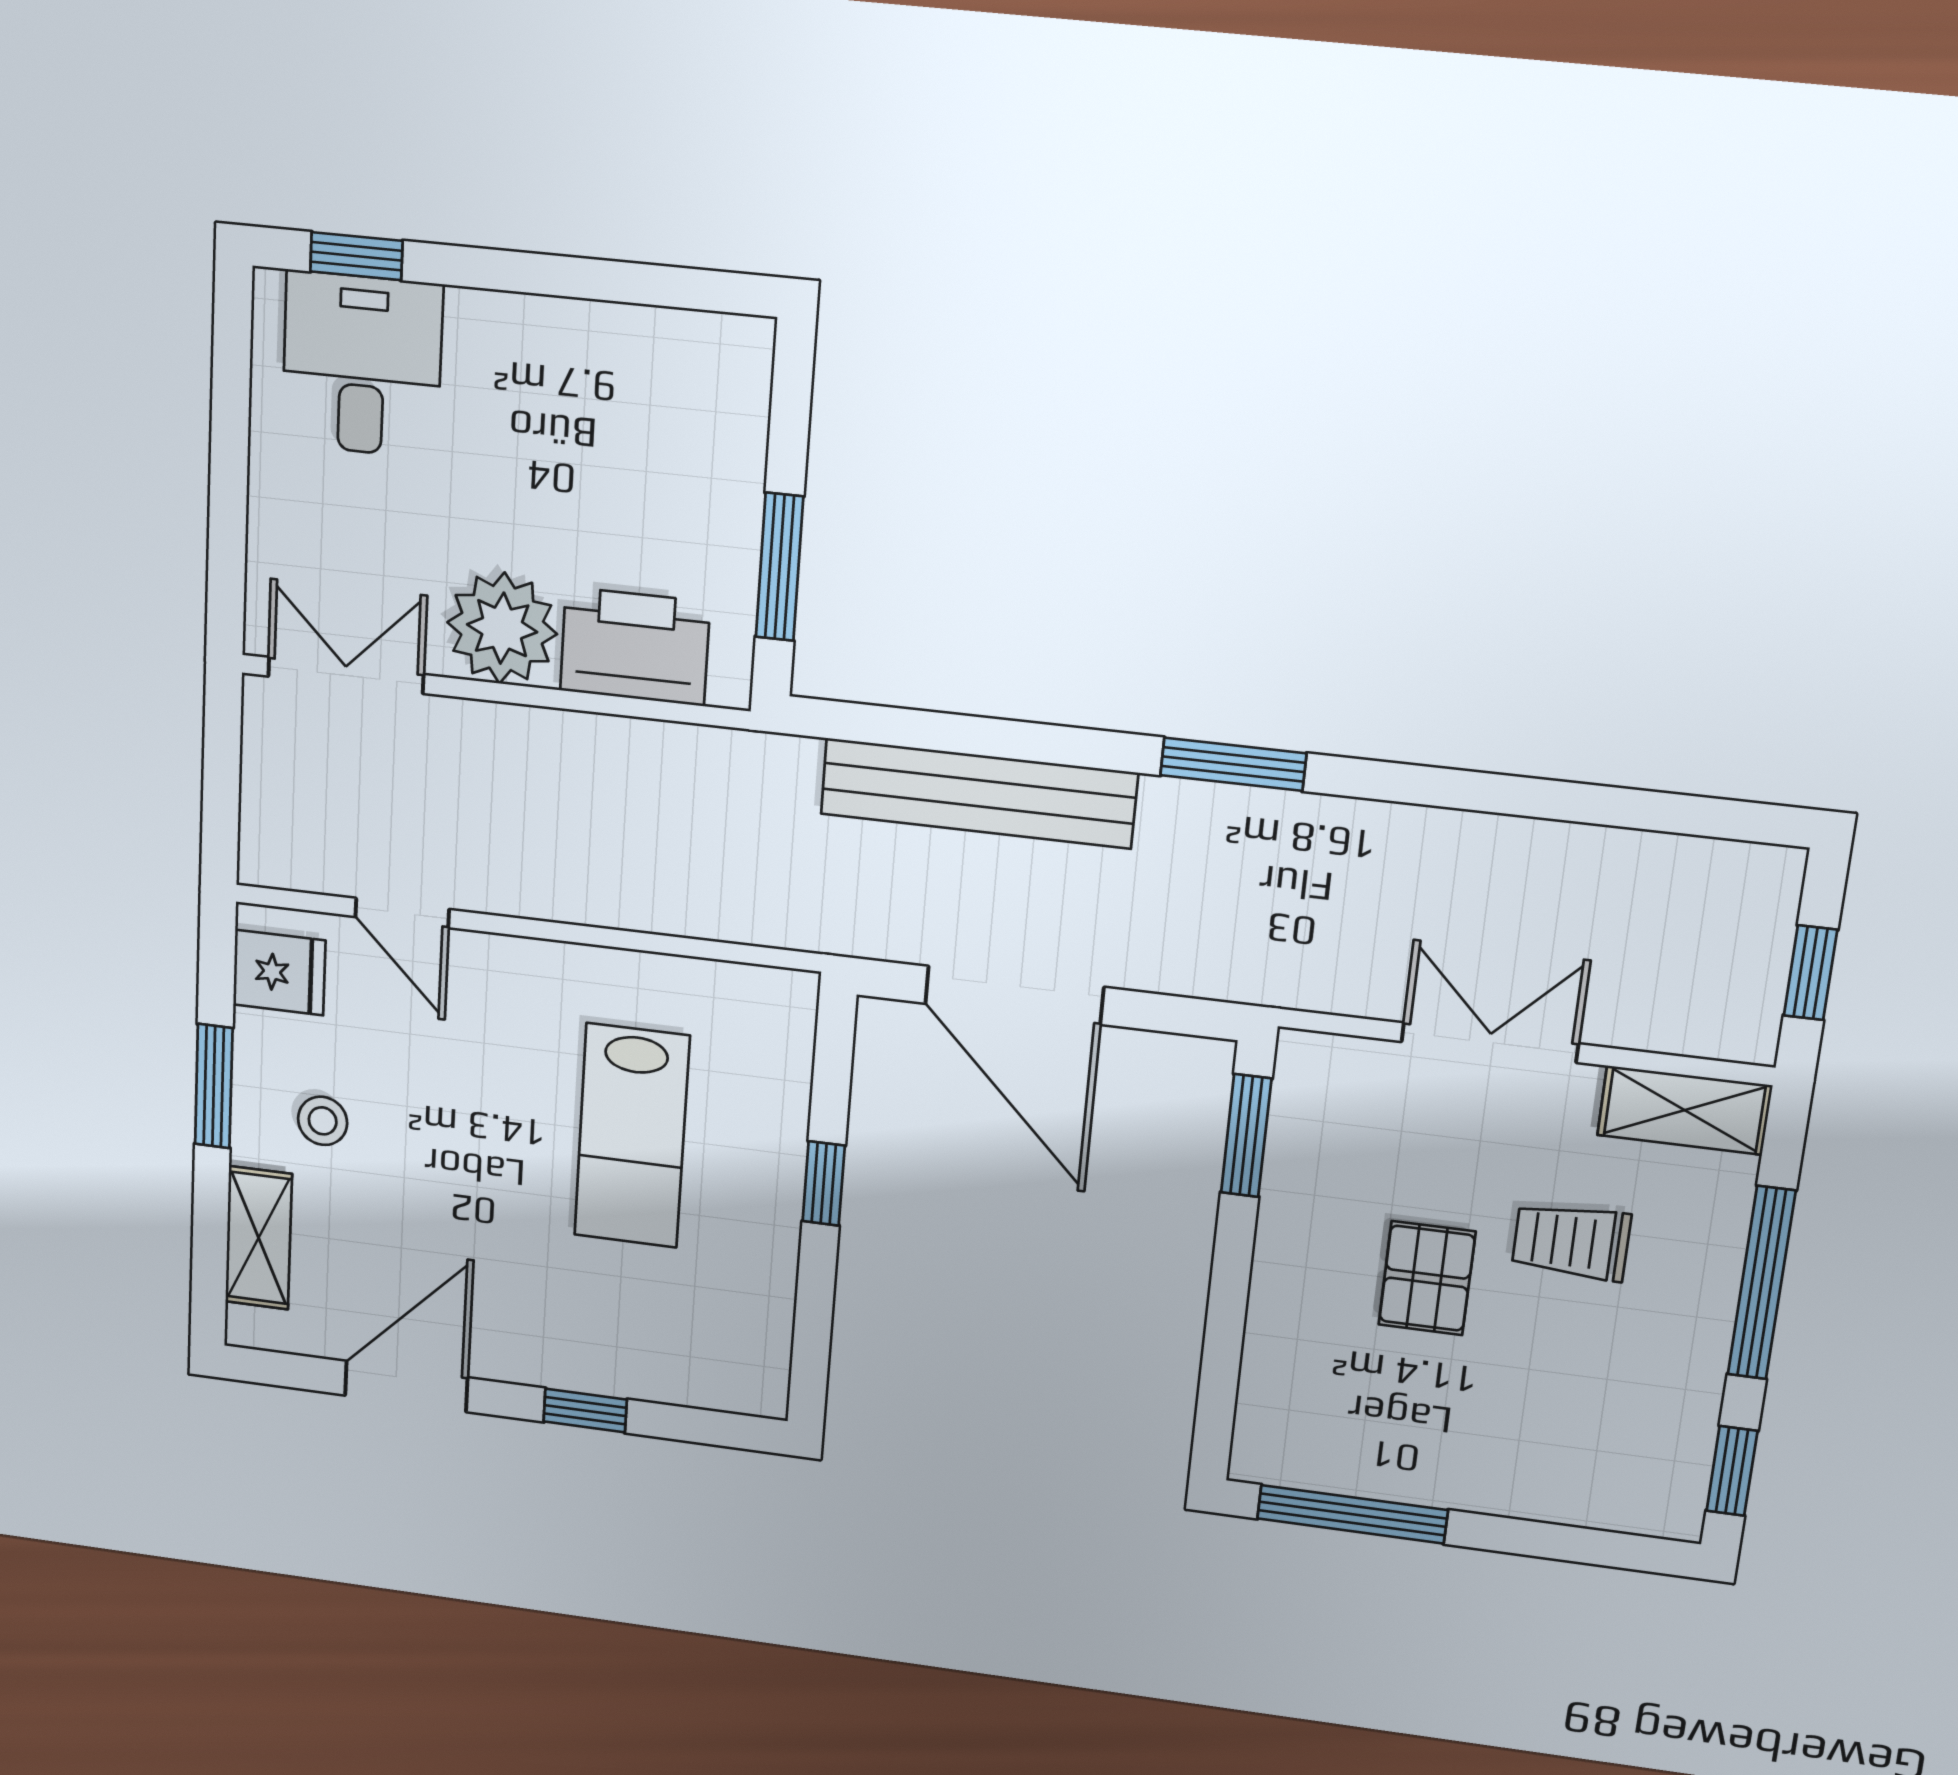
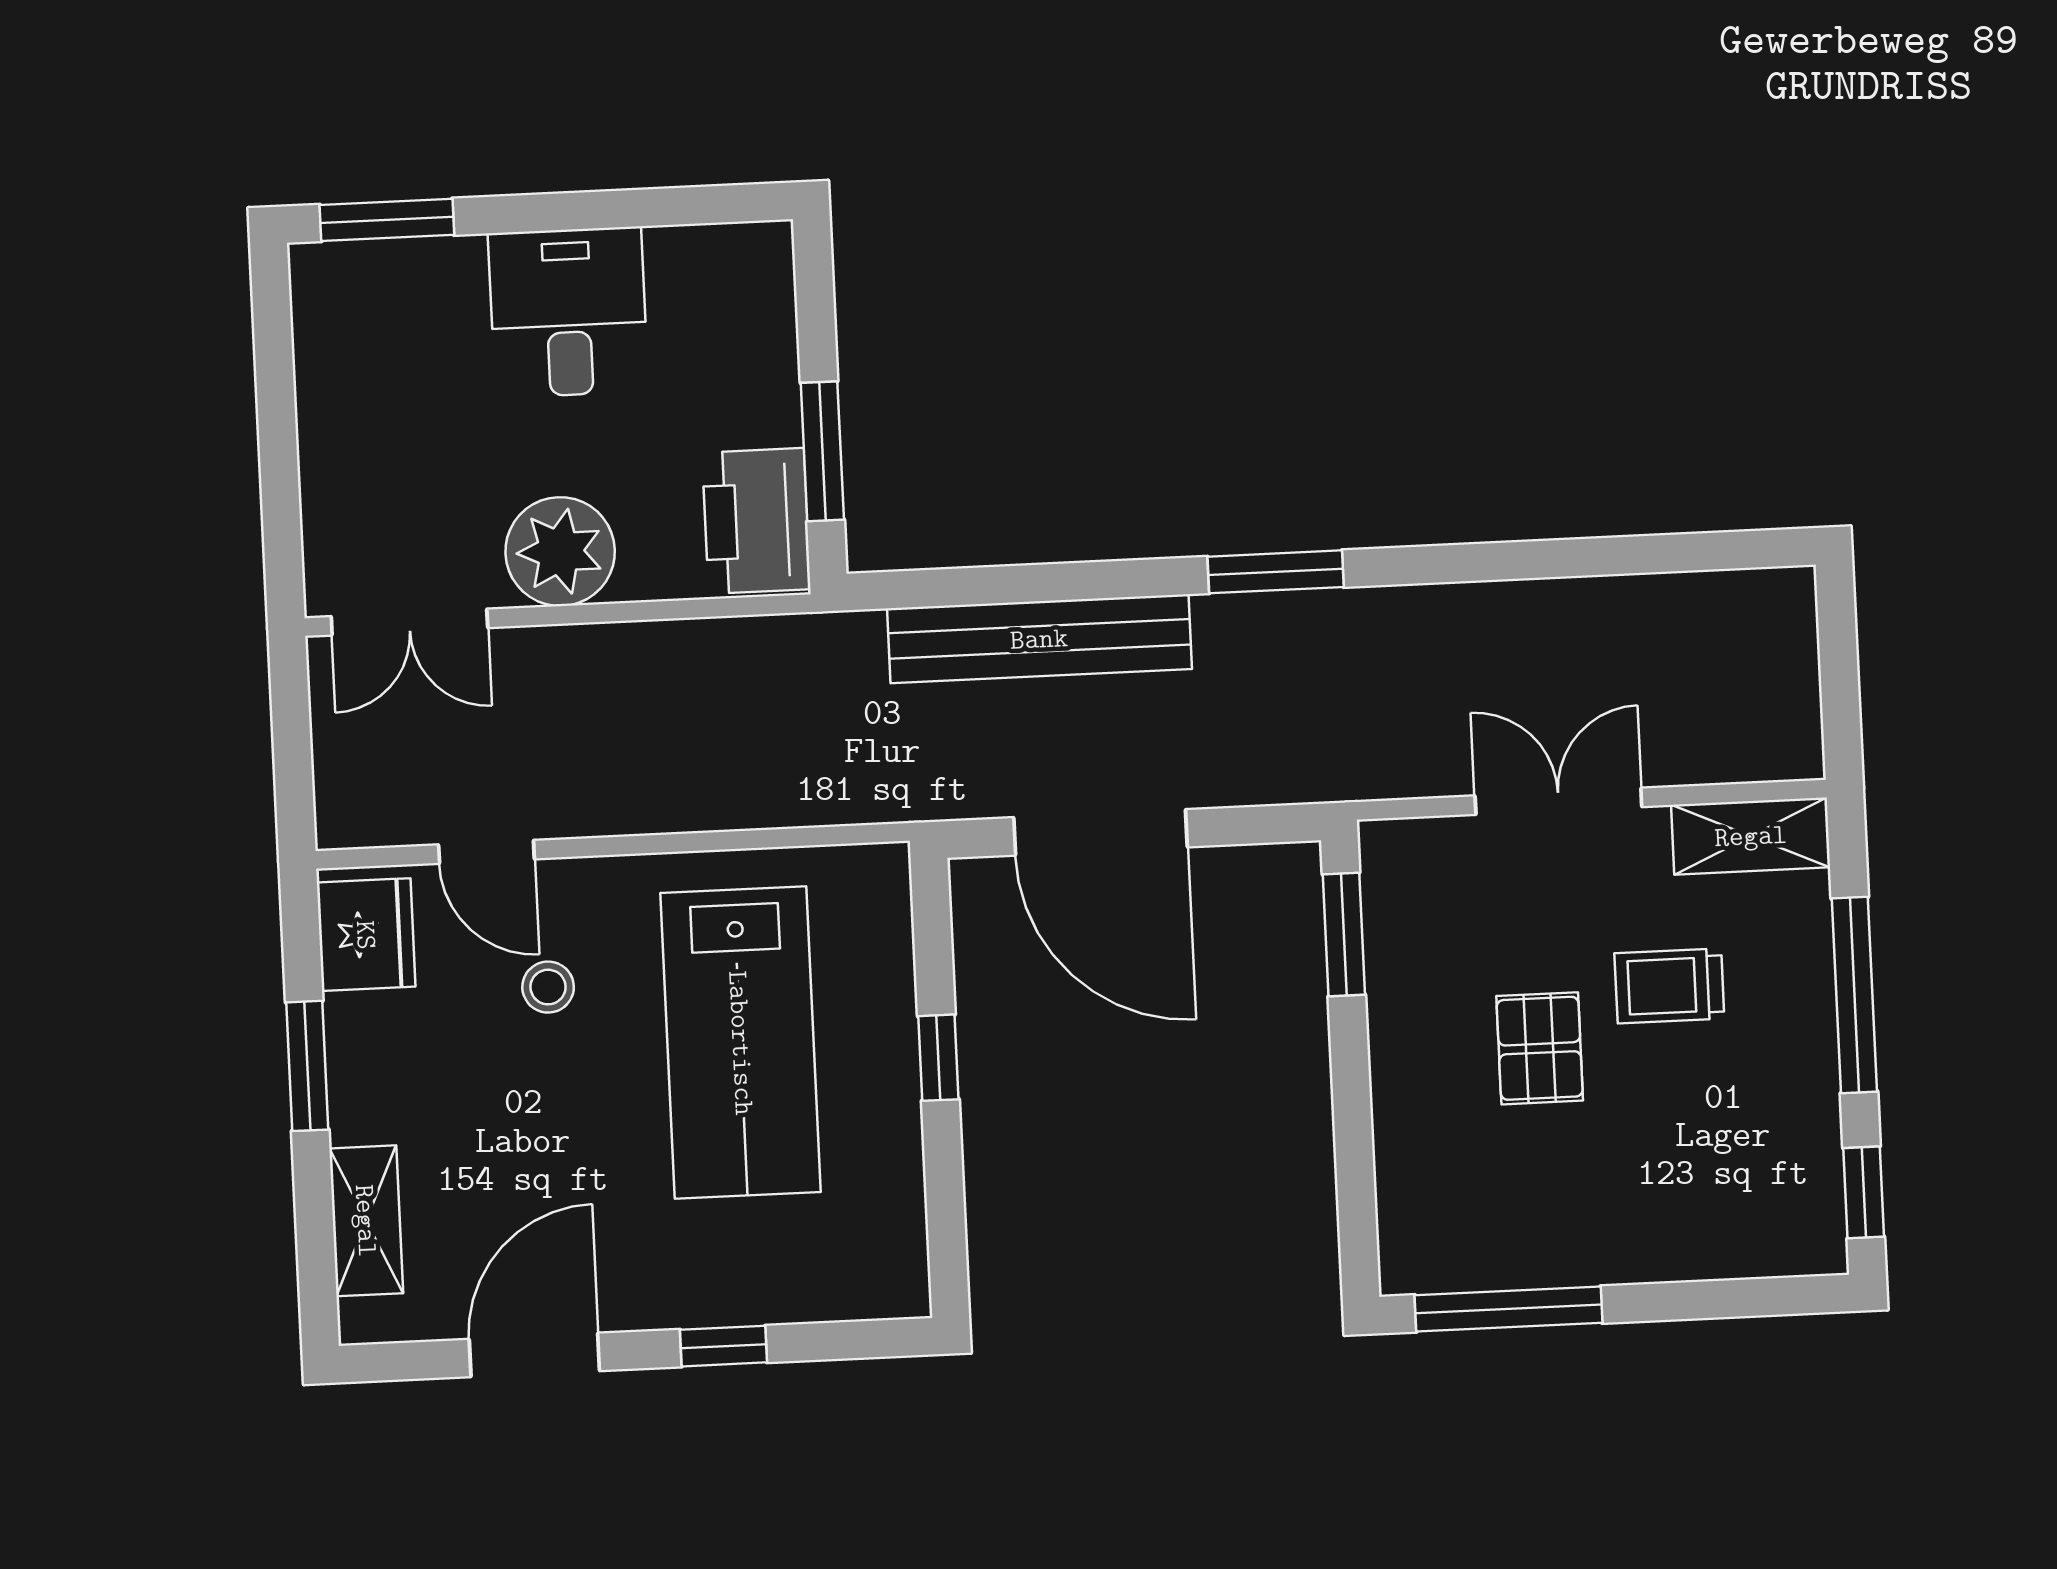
window: (356, 256) -> (387, 220), width x1.50
desk: (362, 365) -> (568, 312), moved
printer: (635, 646) -> (756, 521), moved, turned -90
double door: (346, 675) -> (409, 622), swing flipped
fridge: (279, 973) -> (366, 935), width x1.38
window: (1810, 973) -> (1840, 683), removed
stool: (323, 1121) -> (548, 987), moved
lab bench: (632, 1136) -> (741, 1043), width x1.36, depth x1.39

